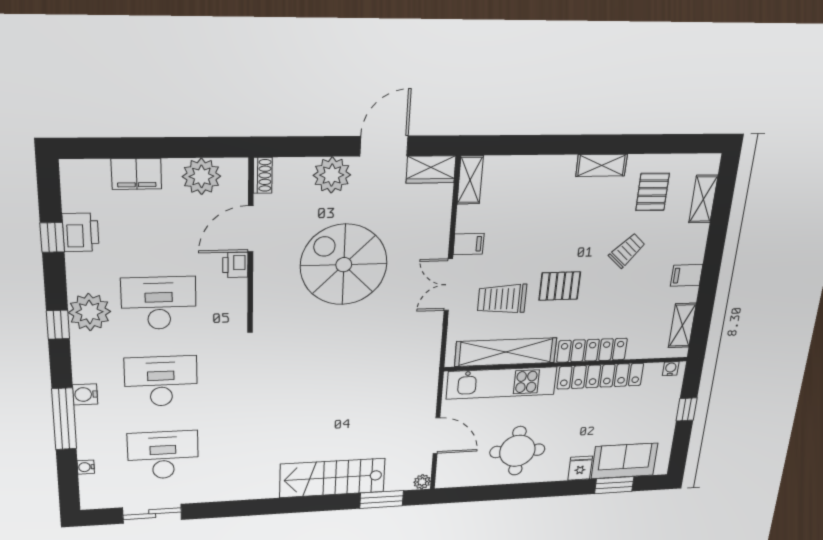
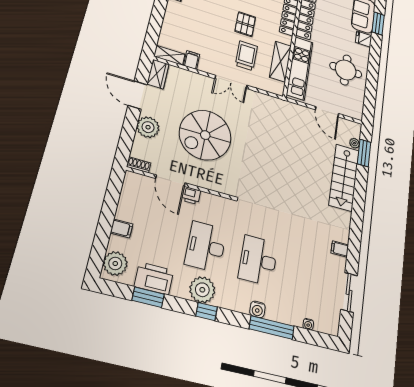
filing cabinet: (136, 174) -> (121, 228), width x0.50
plant: (201, 176) -> (115, 263), moved
printer: (81, 232) -> (154, 278), width x1.37, depth x1.19
window: (52, 237) -> (148, 297), width x1.50
filing cabinet: (469, 244) -> (192, 60), moved
trolley: (502, 299) -> (246, 56), turned 180
shelving: (506, 352) -> (280, 61), width x0.68
door: (436, 436) -> (327, 112), swing flipped
desk: (163, 455) -> (309, 274), removed
plant: (422, 482) -> (355, 143), moved
filing cabinet: (215, 490) -> (340, 249), added

